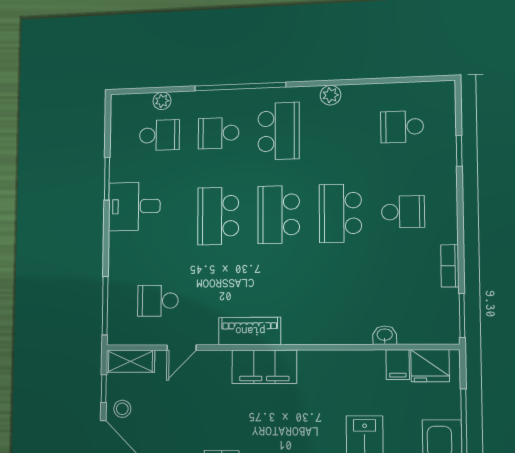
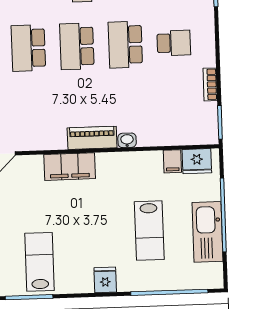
piano: (250, 331) -> (92, 138), moved
washbasin: (385, 335) -> (127, 140), moved

